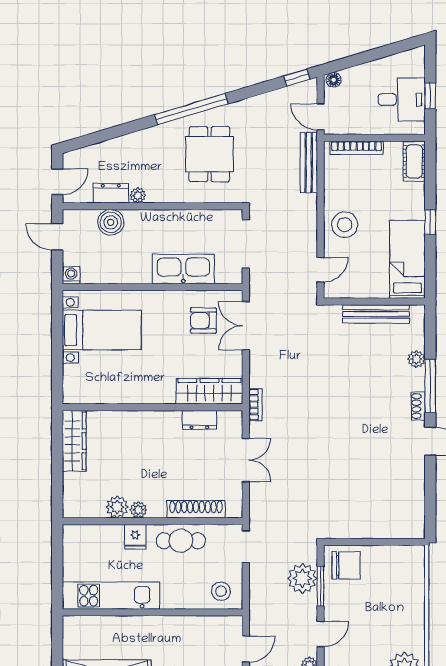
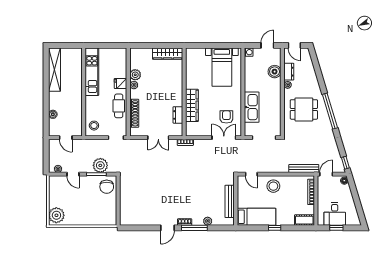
dining table: (209, 154) -> (304, 109), moved
wardrobe: (209, 391) -> (192, 105), moved

